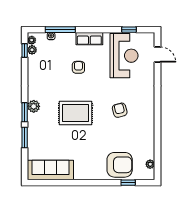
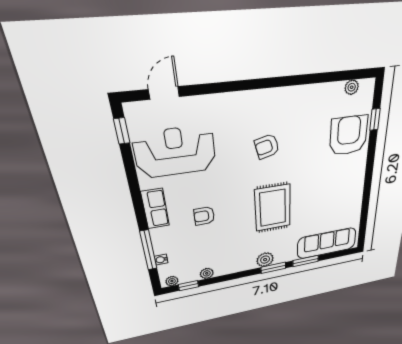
window: (129, 30) -> (122, 131), moved
plant: (32, 50) -> (207, 273), moved
sofa: (50, 170) -> (327, 243), moved, turned 90

